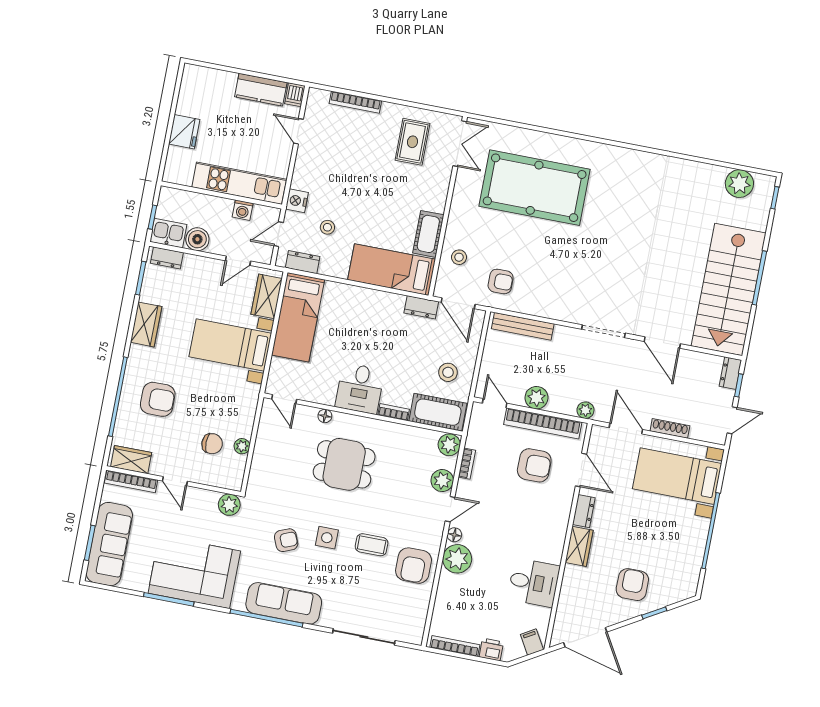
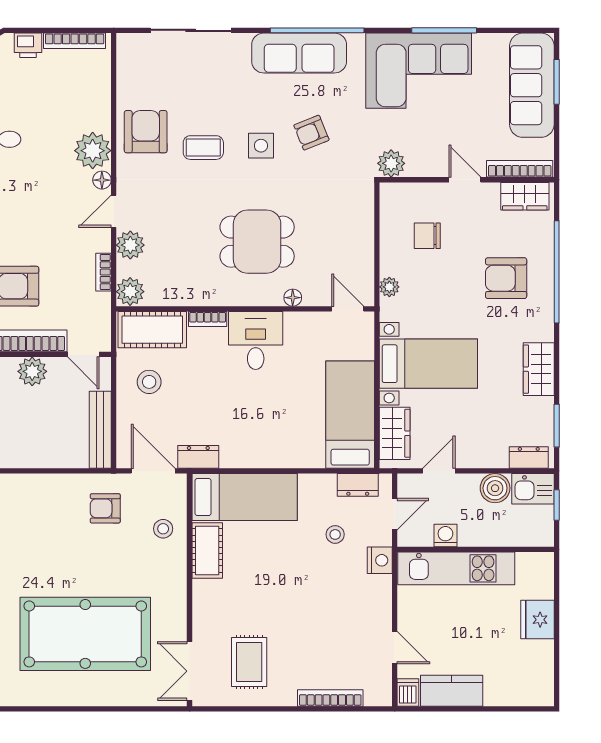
bench: (523, 326) -> (100, 430), moved, turned 90
plant: (242, 446) -> (389, 287), moved

